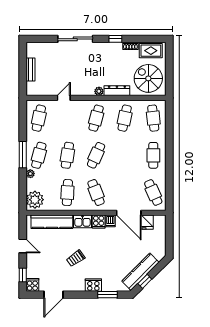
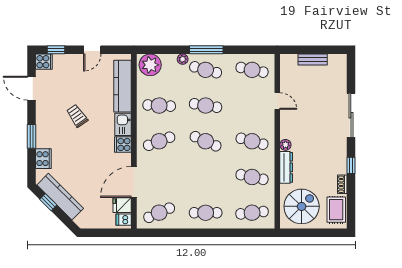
dishwasher: (110, 221) -> (124, 220), moved
cooker: (93, 285) -> (43, 159), moved
window: (108, 295) -> (32, 136), moved

